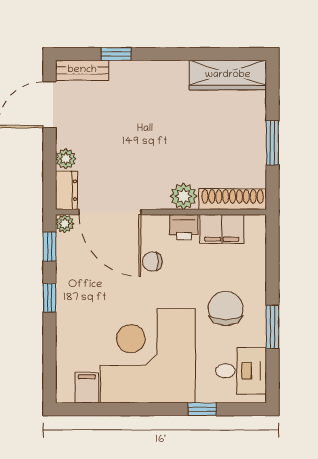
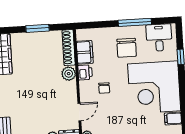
door: (110, 212) -> (79, 112), width x0.53
chair: (226, 308) -> (127, 48), turned -90
window: (272, 327) -> (135, 22), width x1.44

